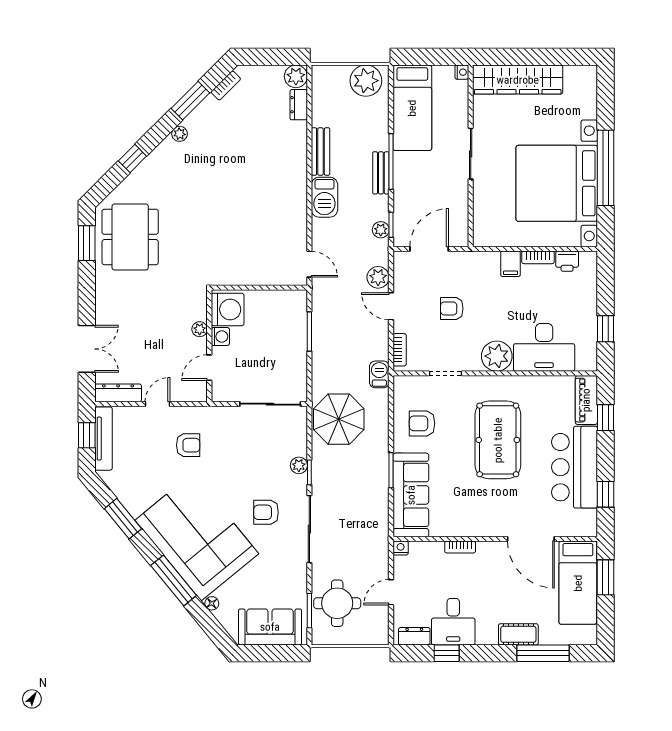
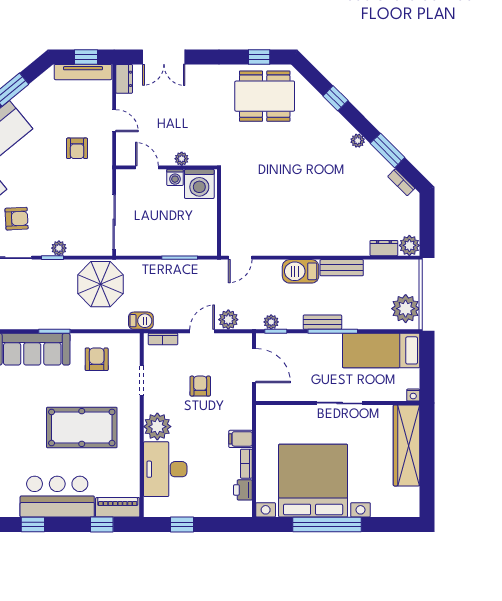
window: (87, 243) -> (259, 57), width x0.67
dresser: (118, 393) -> (124, 79), width x0.70
armchair: (266, 512) -> (17, 219), turned 87

